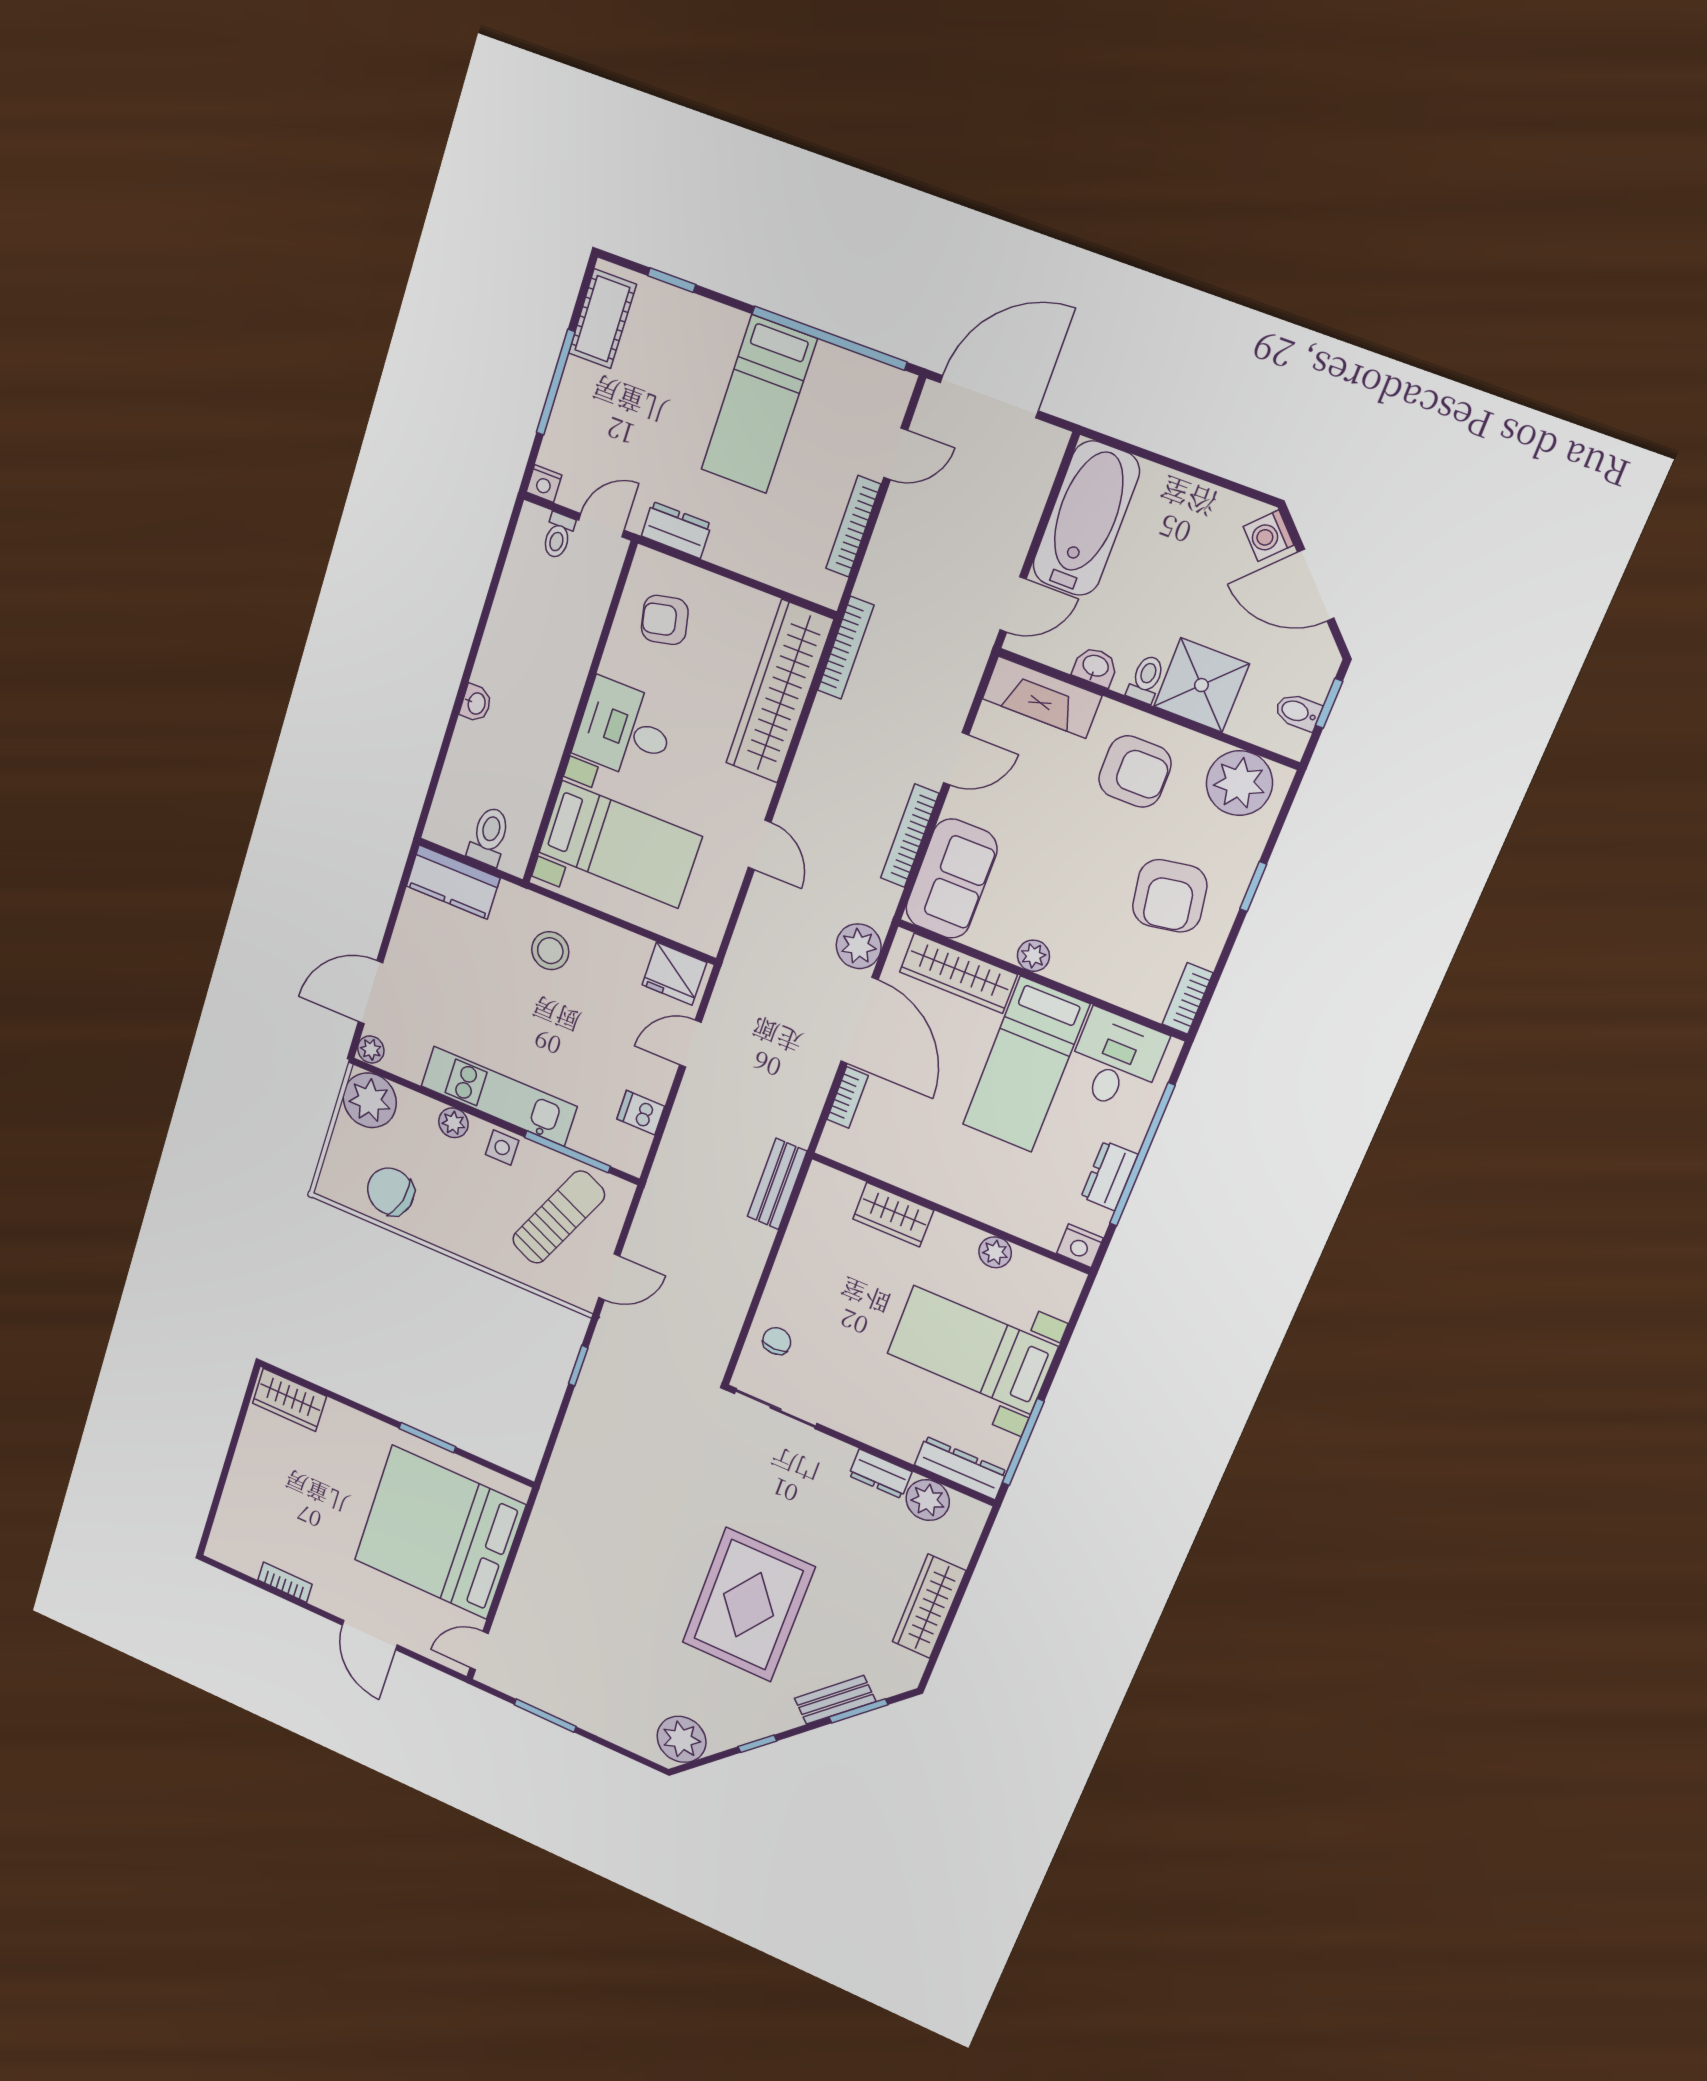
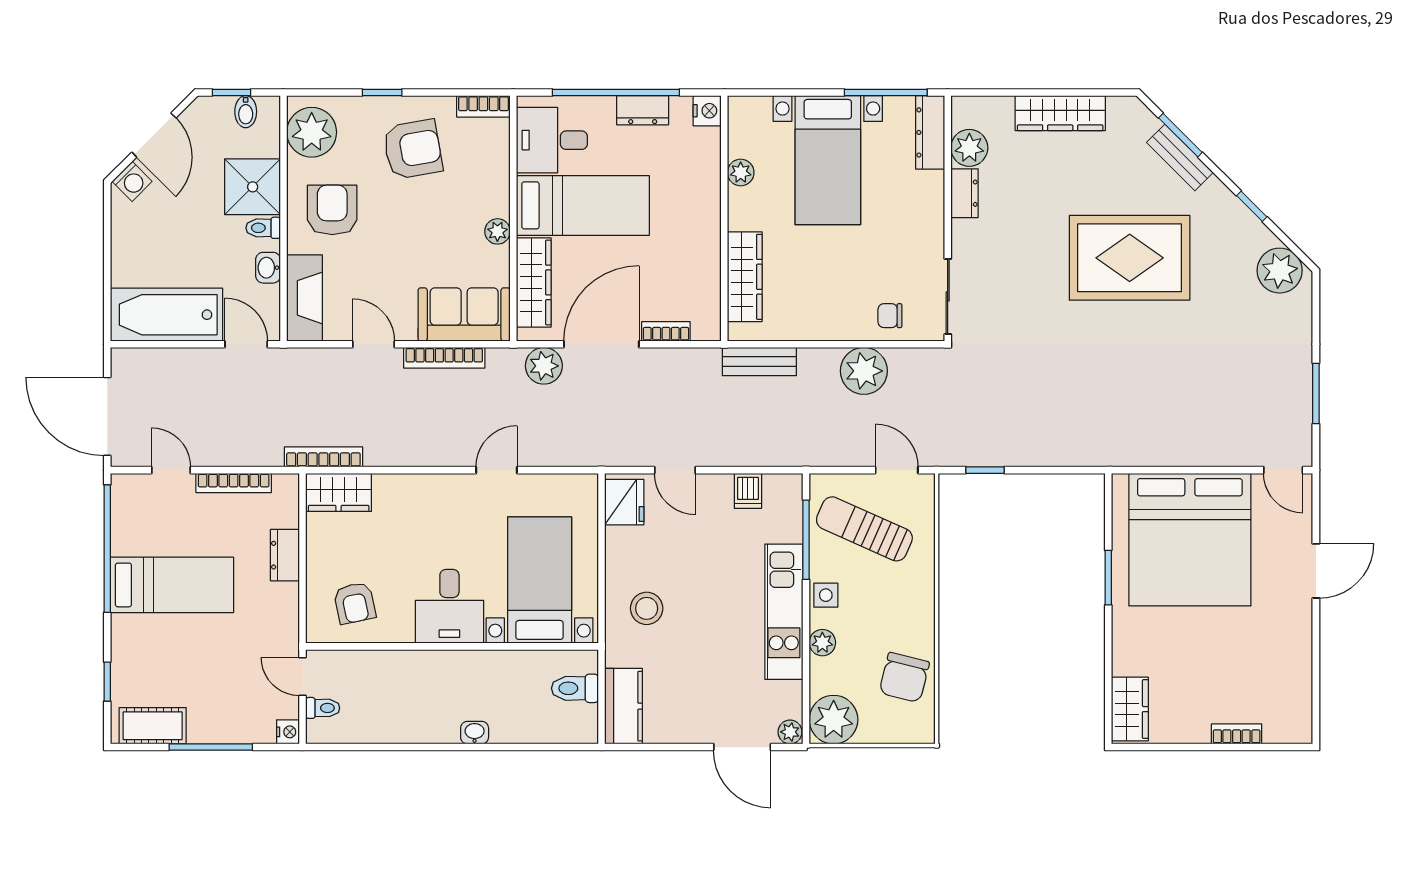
dresser: (676, 530) -> (285, 555), moved
wardrobe: (779, 692) -> (339, 492), width x0.48, depth x0.85
wardrobe: (893, 1215) -> (745, 277), width x1.50
plant: (727, 1289) -> (864, 371), added
bookcase: (285, 1582) -> (1237, 734), moved, turned 90

